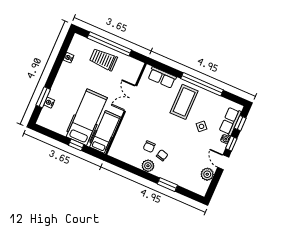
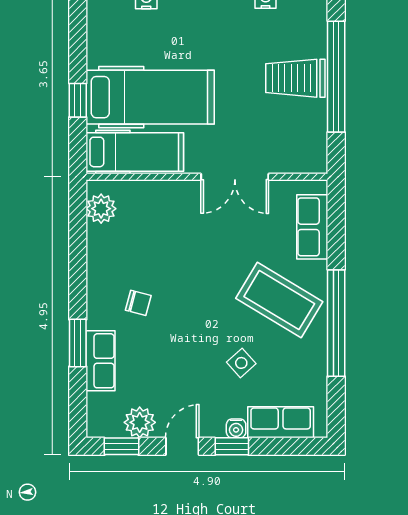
trolley: (103, 59) -> (295, 78), turned -90
double door: (130, 98) -> (235, 177), swing flipped
coffee table: (184, 102) -> (279, 300), turned 31
window: (240, 123) -> (121, 446), moved
chair: (149, 147) -> (145, 266), removed
plant: (148, 166) -> (101, 209), moved
row of seats: (178, 179) -> (101, 361), added

